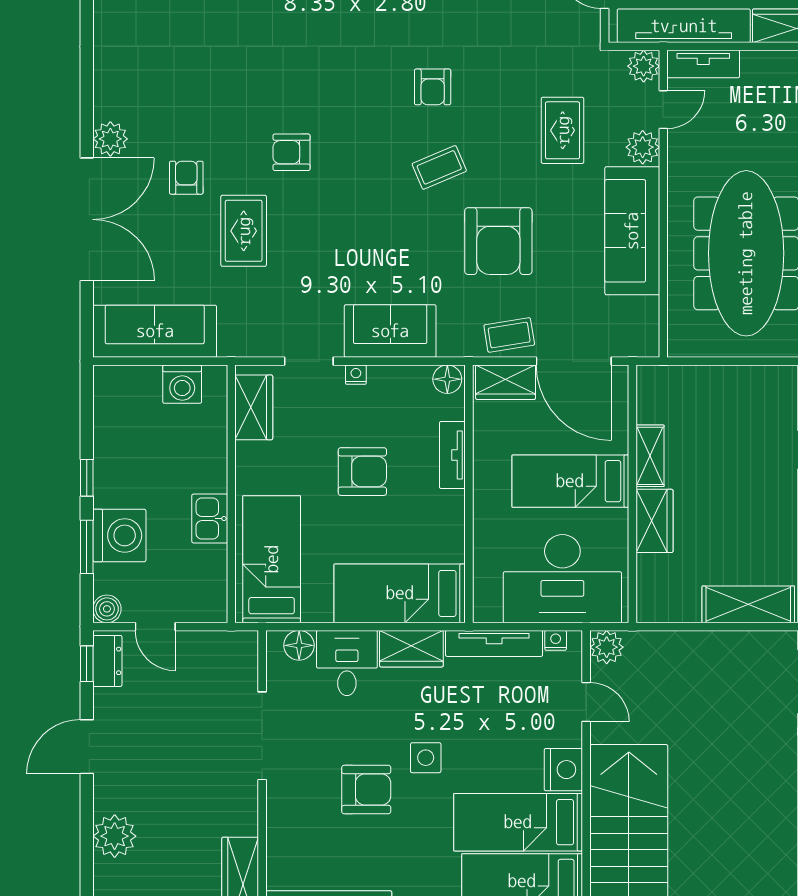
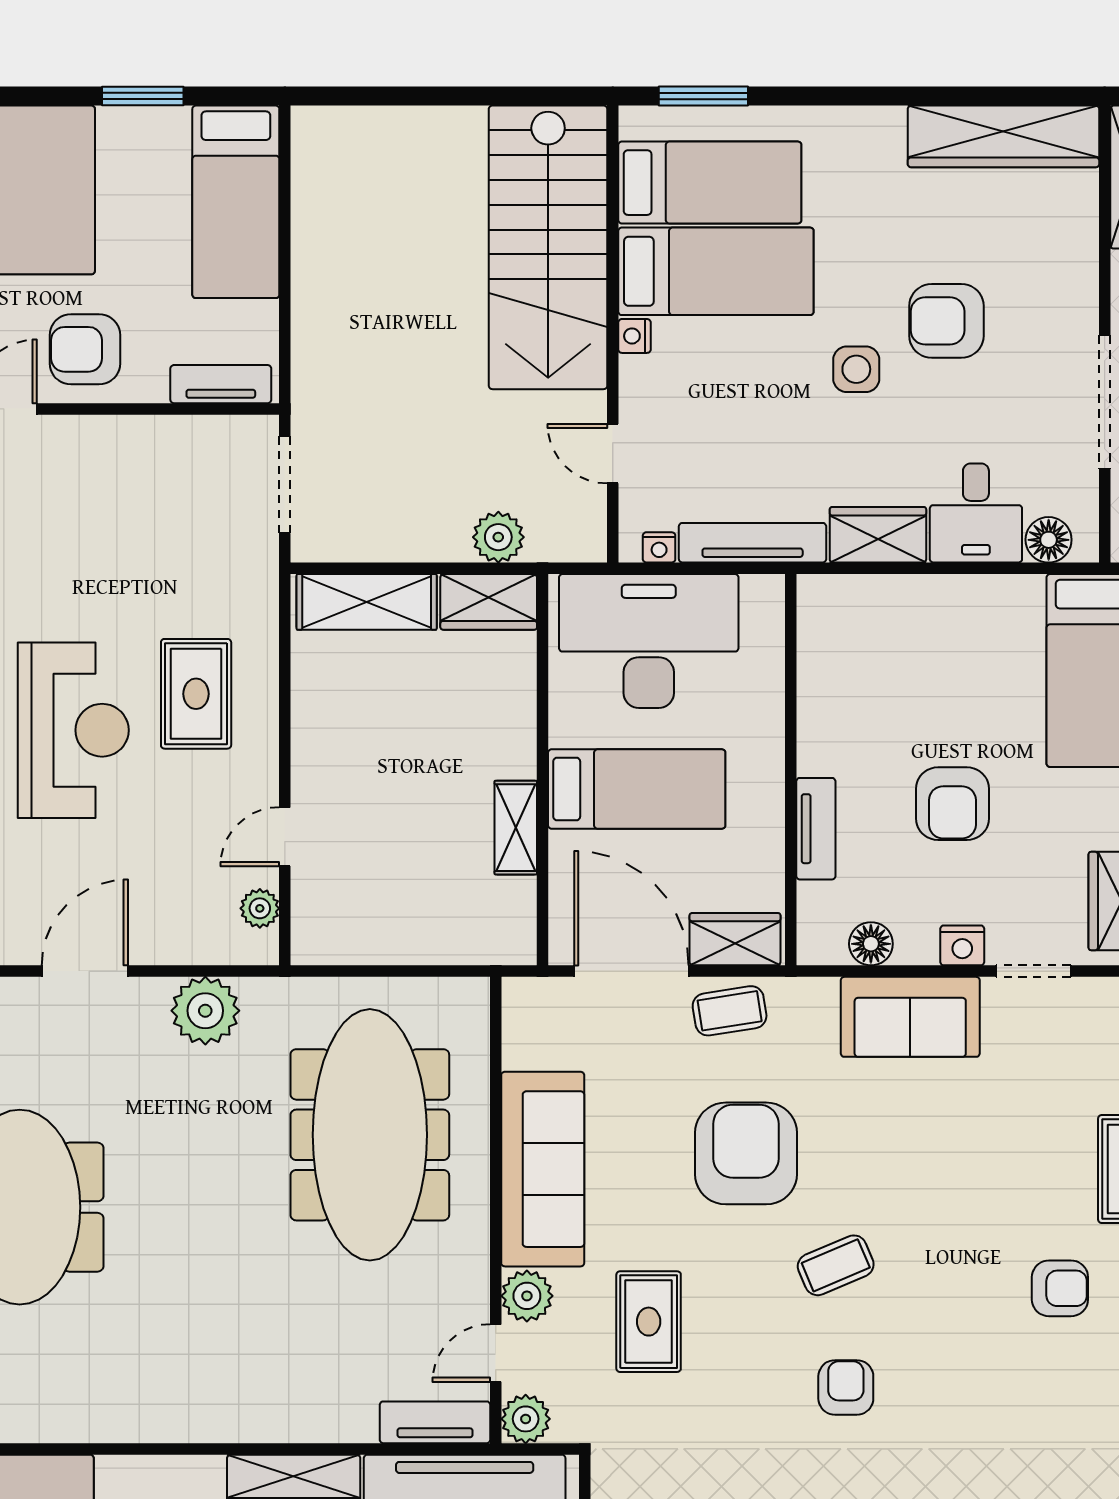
nightstand: (356, 375) -> (962, 945), width x1.39, depth x1.35
floor lamp: (447, 379) -> (871, 944), moved
armchair: (362, 472) -> (952, 804), turned -90
wardrobe: (655, 521) -> (489, 602), moved, turned -90
bed: (400, 593) -> (896, 619), removed
plant: (607, 647) -> (498, 537), moved
nightstand: (563, 770) -> (634, 336), width x0.53, depth x0.56

